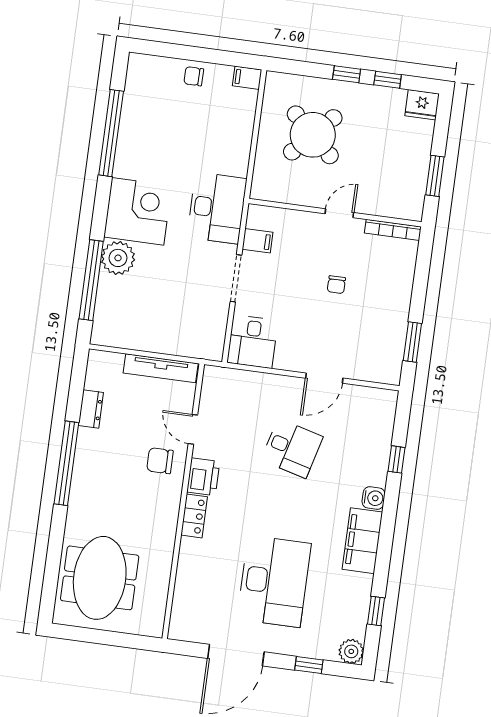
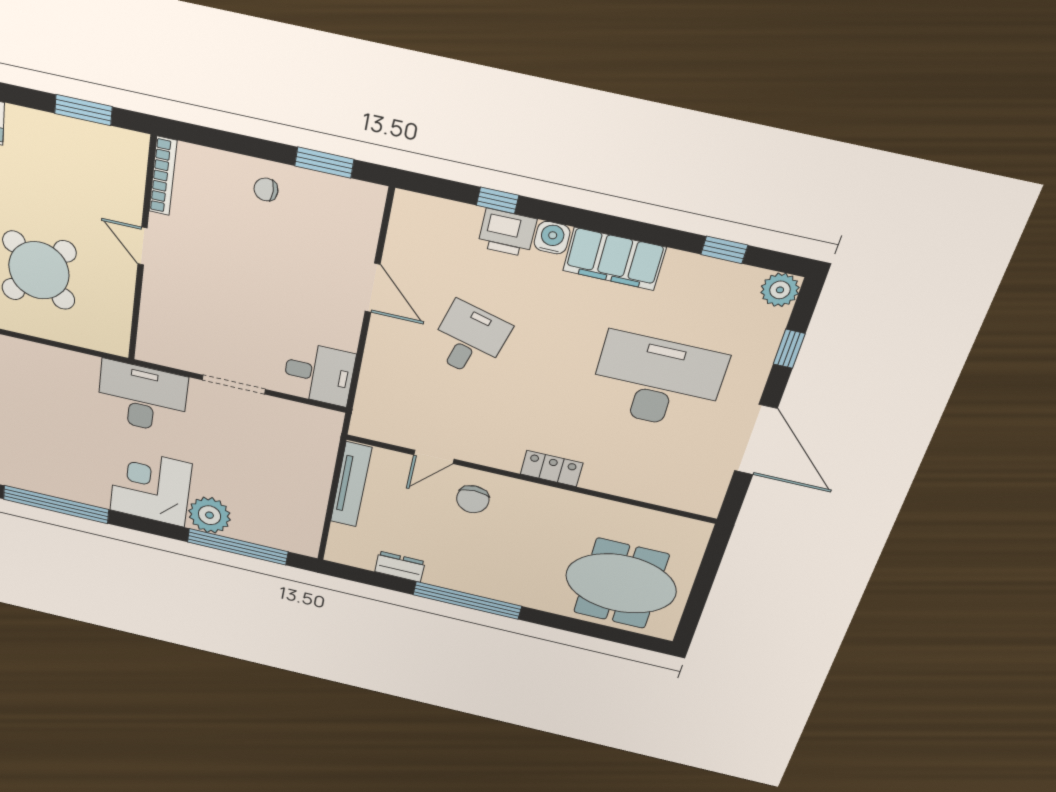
filing cabinet: (258, 241) -> (184, 353), removed
chair: (336, 285) -> (266, 190), moved, turned 180
printer: (203, 477) -> (507, 233), moved, turned 180

